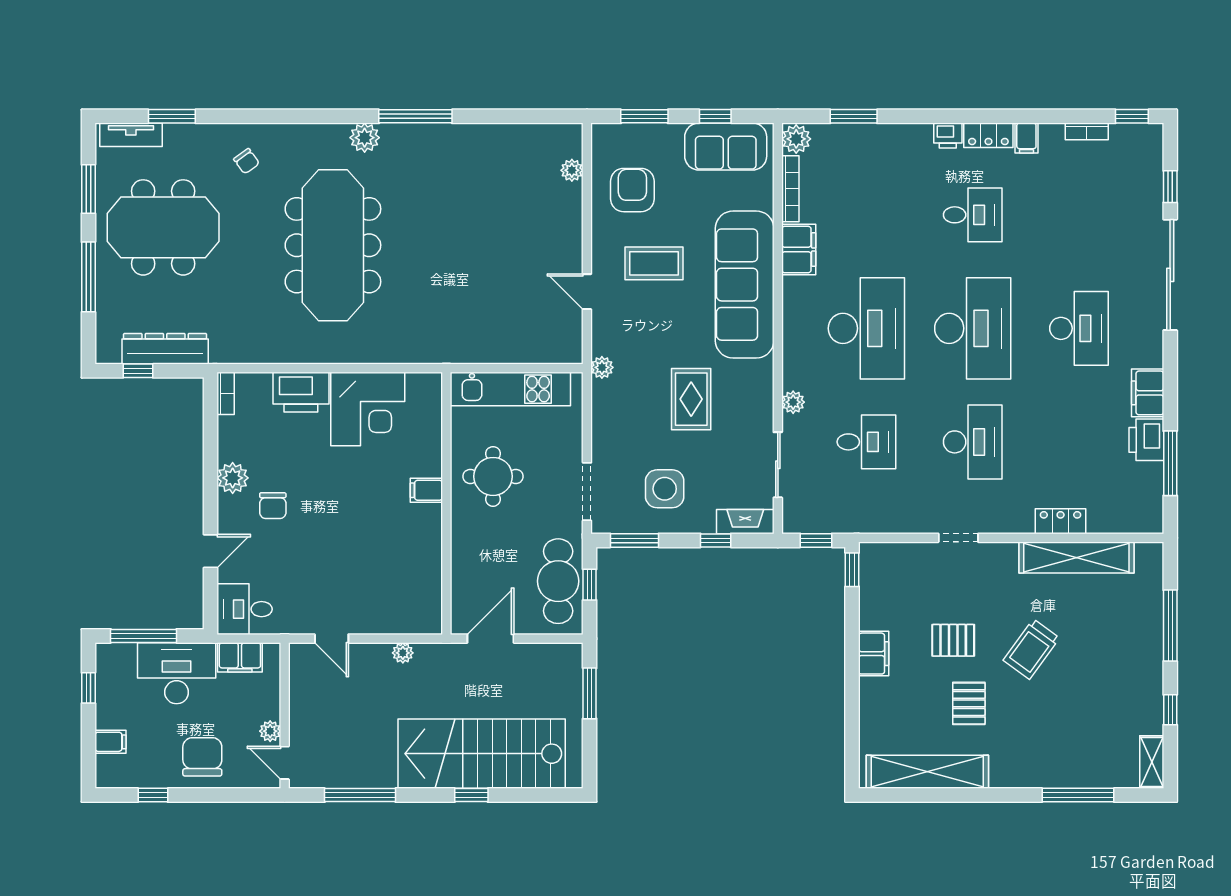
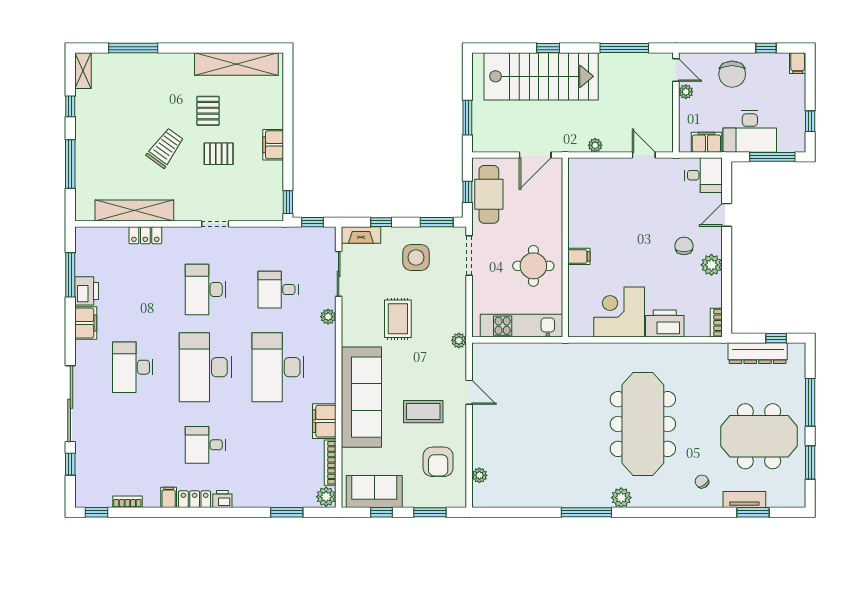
tv unit: (131, 135) -> (744, 500), moved
filing cabinet: (111, 742) -> (798, 63), moved, turned -90

